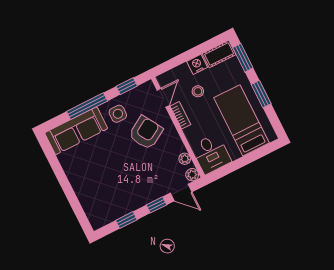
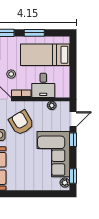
desk: (211, 154) -> (43, 85), moved, turned 90
plant: (192, 175) -> (65, 183), moved
corner sofa: (127, 190) -> (53, 154), added
window: (126, 220) -> (73, 176), moved

